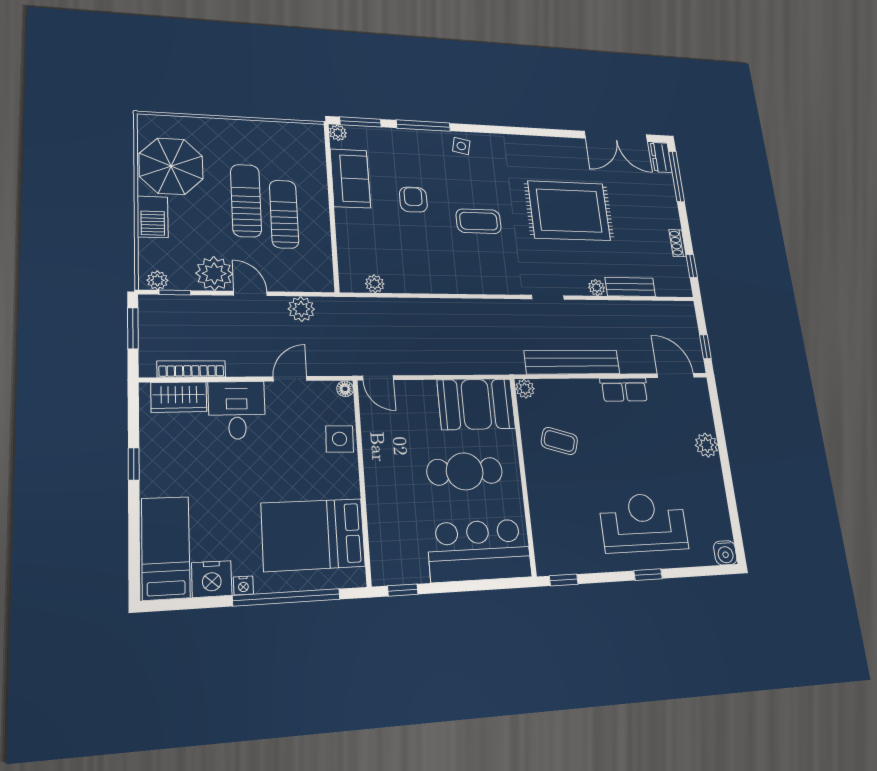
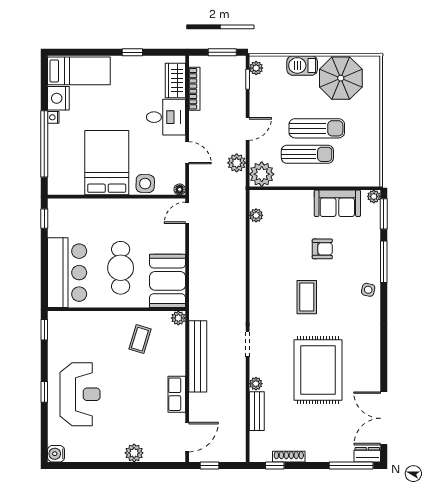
shoe rack: (678, 243) -> (289, 457), width x1.43
plant: (214, 273) -> (262, 174), moved
bed: (313, 535) -> (107, 163), moved

